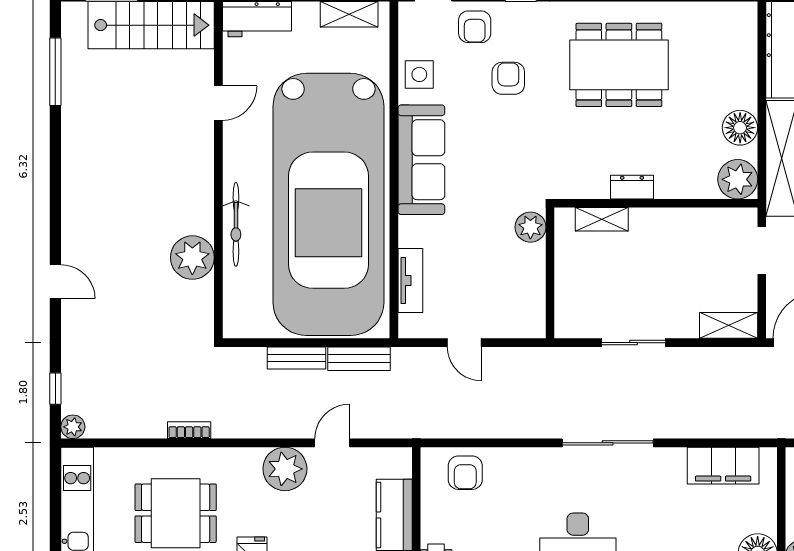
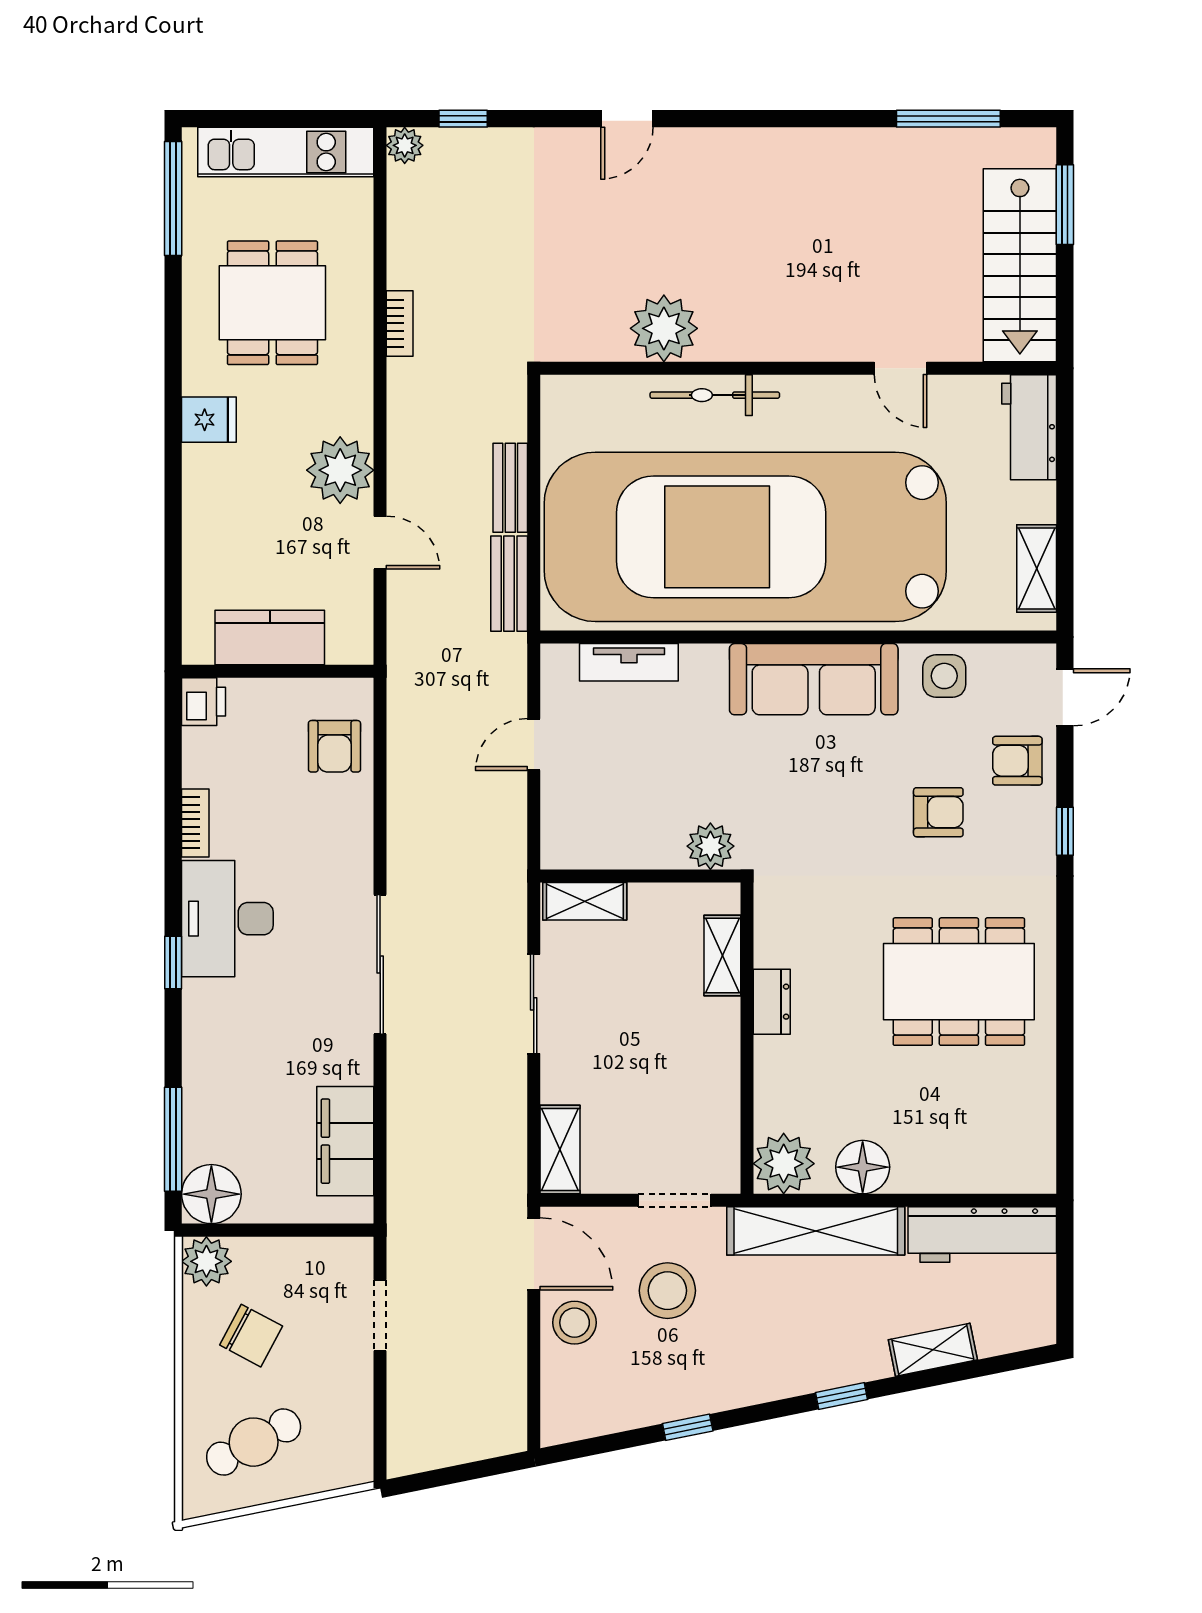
dining table: (619, 65) -> (959, 982), turned 90
shelving: (566, 309) -> (585, 901), added
armchair: (465, 473) -> (334, 746), turned -90

